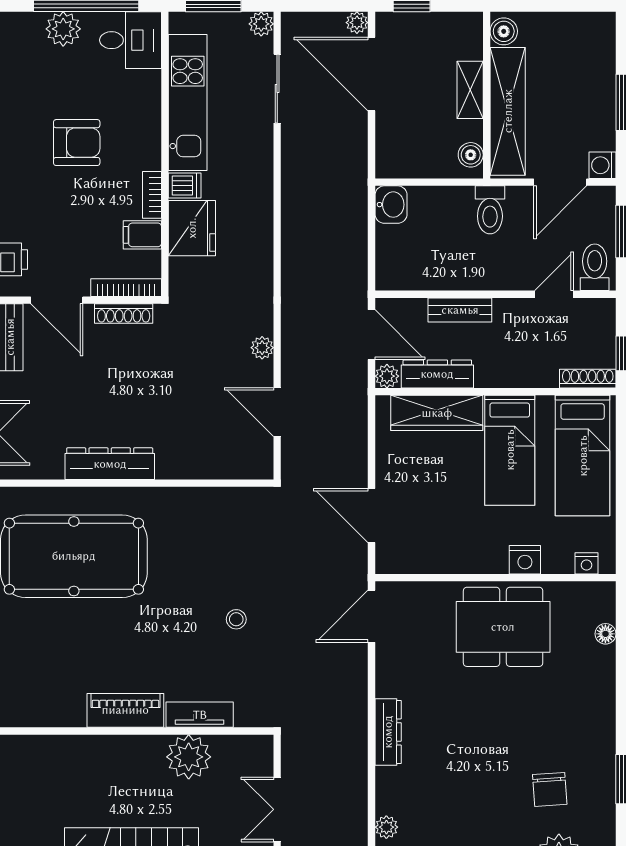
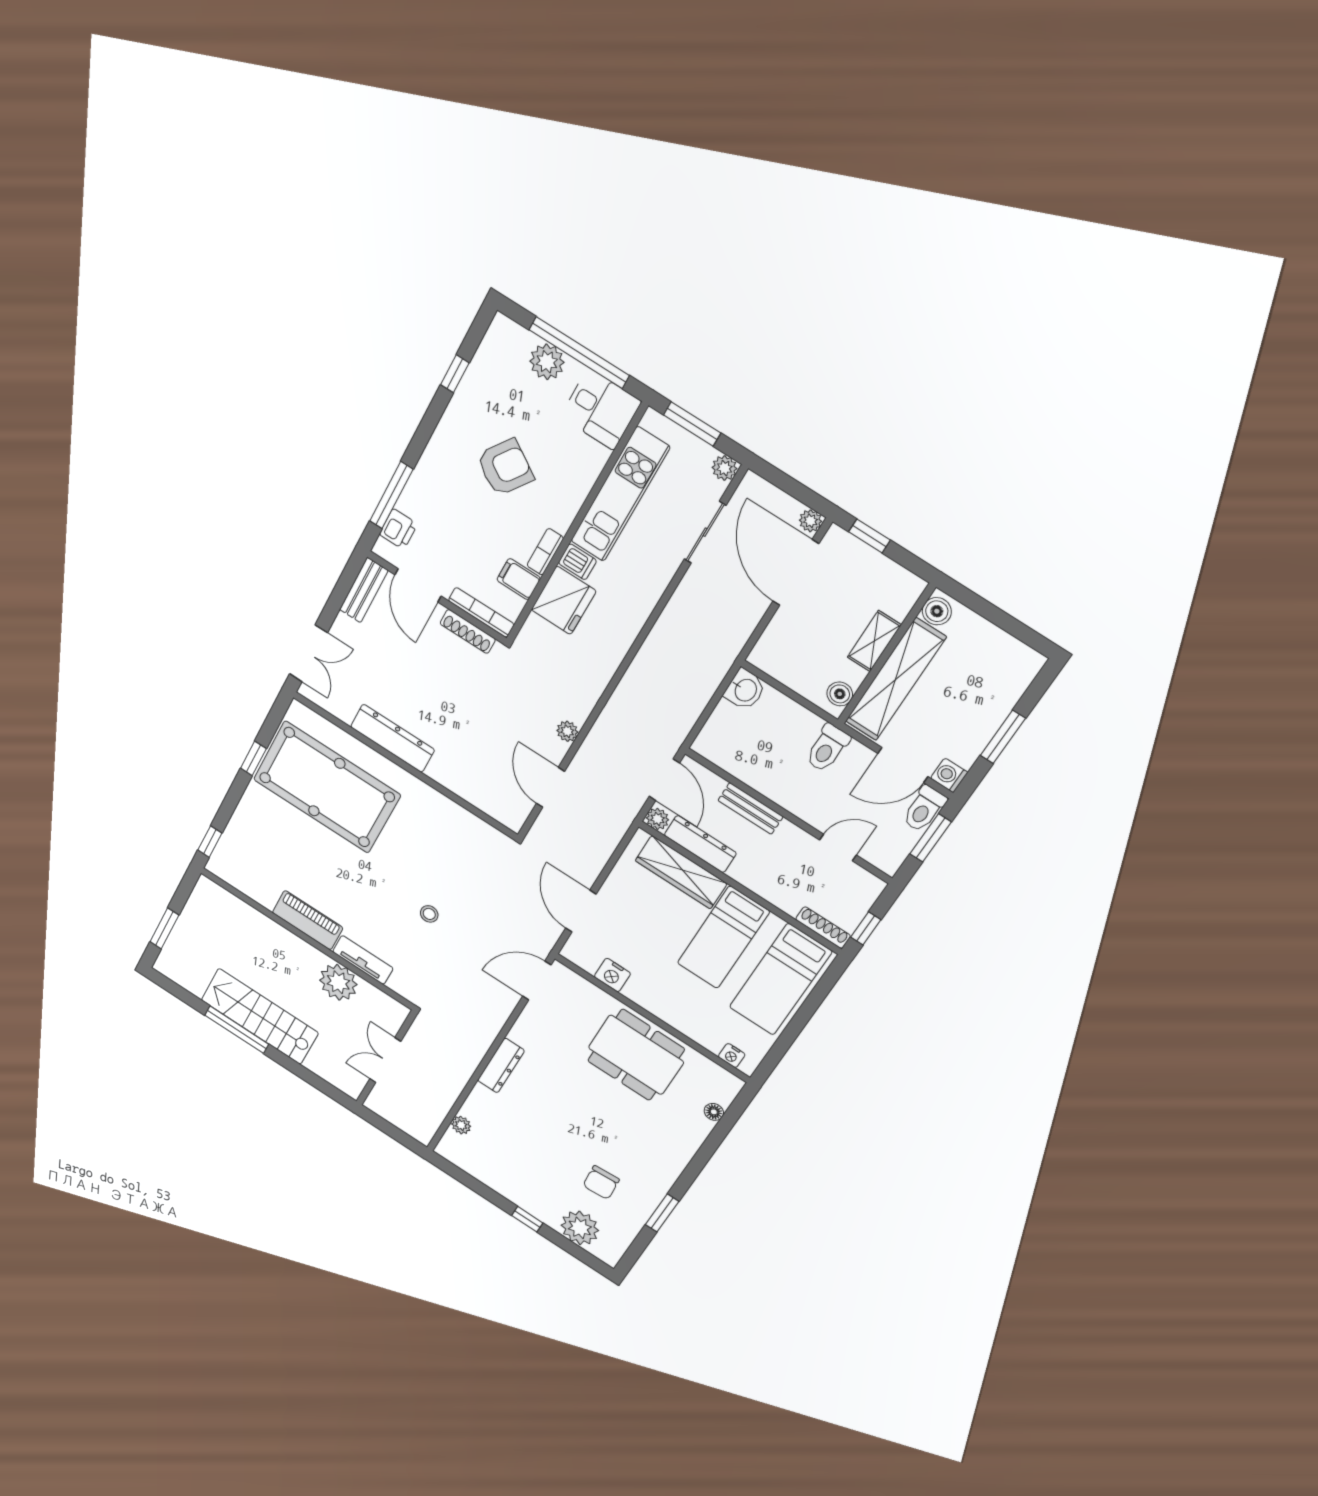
armchair: (77, 143) -> (505, 467), turned -56
toilet: (595, 267) -> (924, 809), moved, turned 180
nightstand: (525, 560) -> (612, 975), moved

